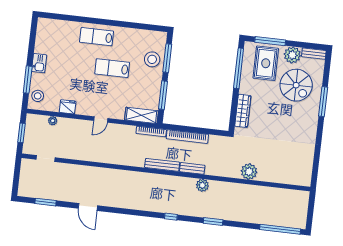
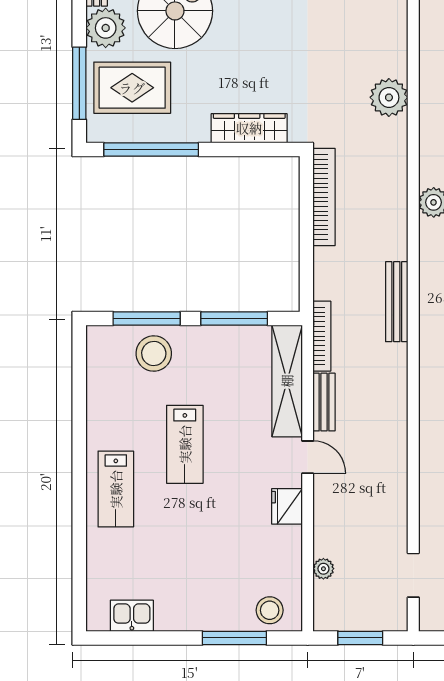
kitchen sink: (39, 63) -> (132, 616), moved
fridge: (68, 107) -> (287, 506), moved
shelving: (141, 115) -> (287, 381), width x1.47
bookcase: (187, 137) -> (324, 197), moved
bench: (192, 168) -> (324, 402), moved

